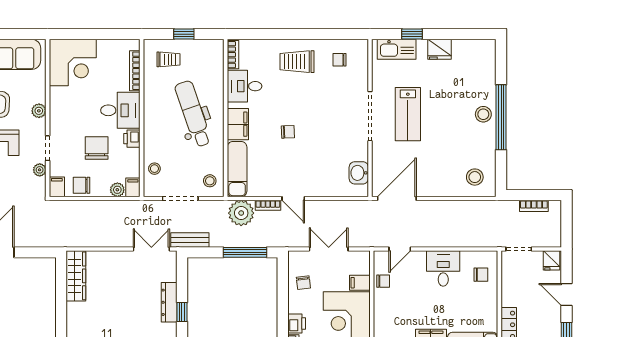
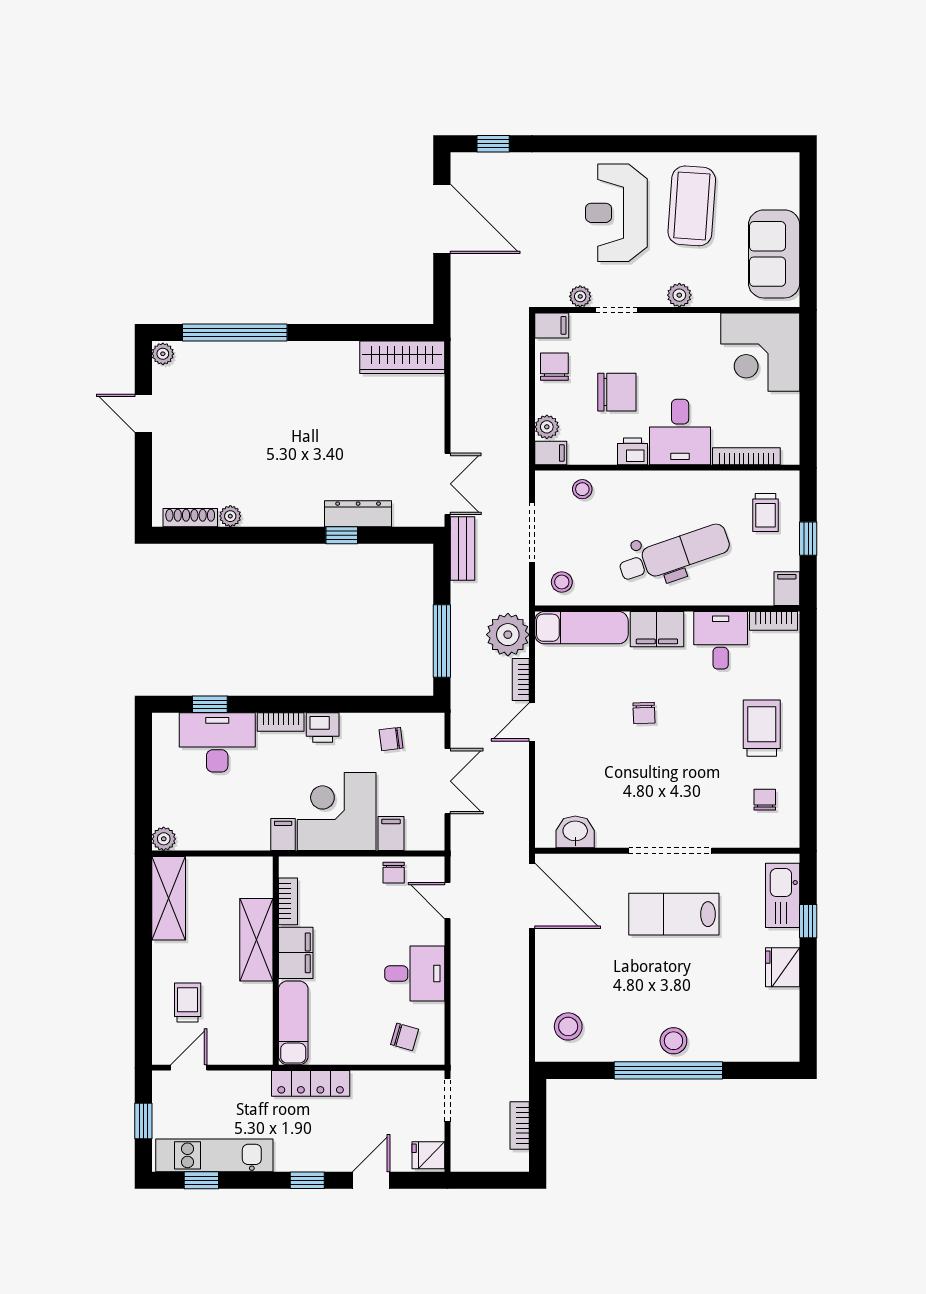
filing cabinet: (214, 47) -> (787, 589), added
chair: (481, 275) -> (405, 1037), turned -74

